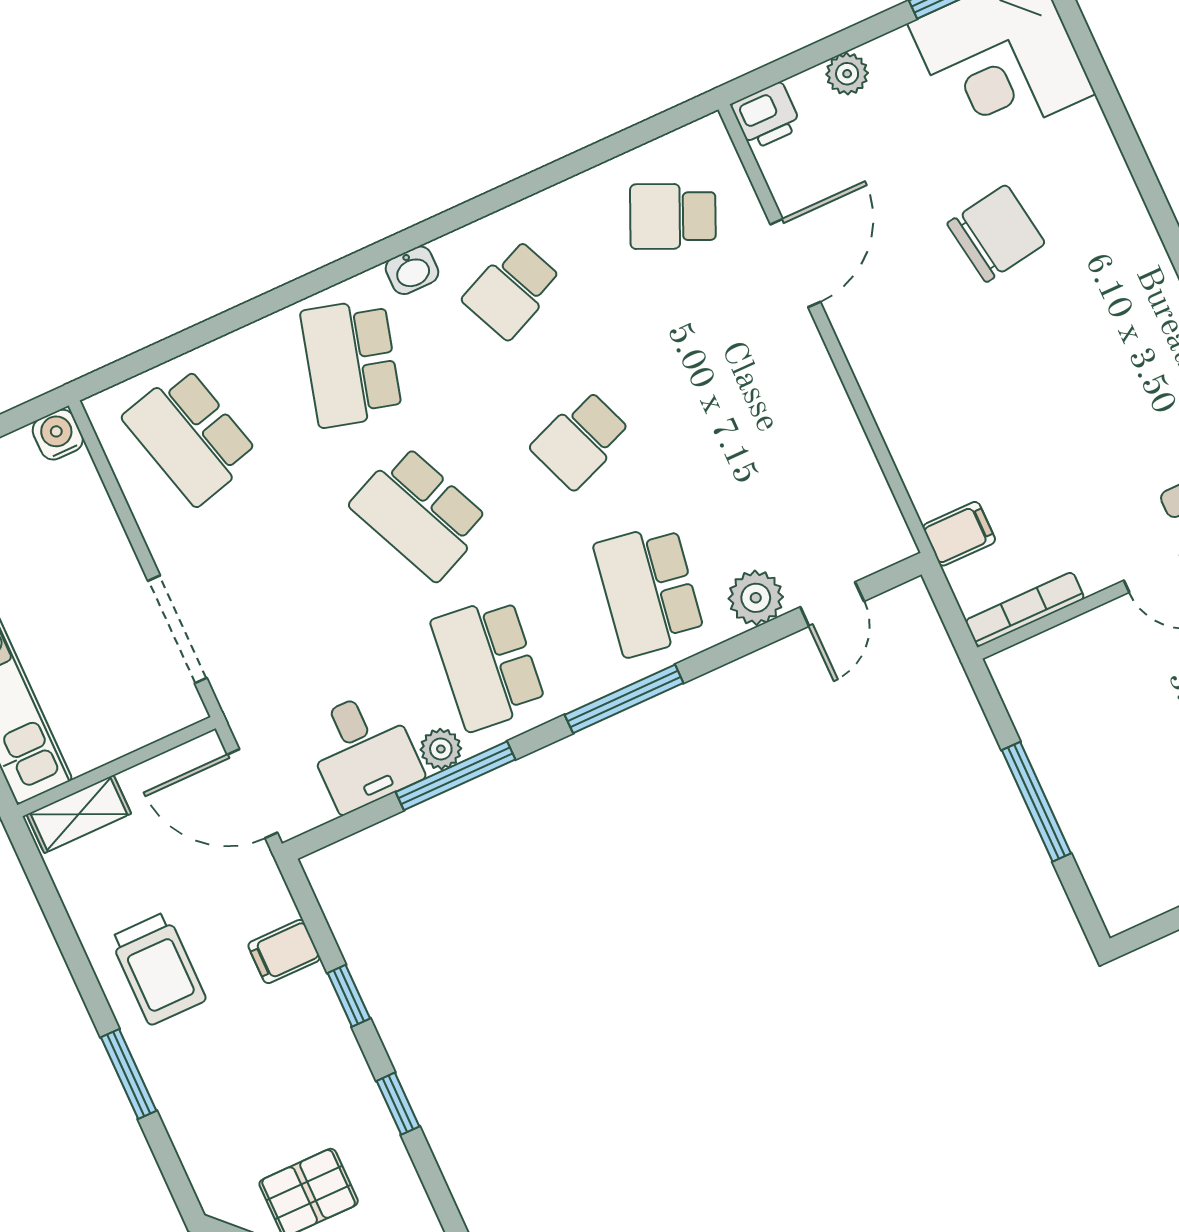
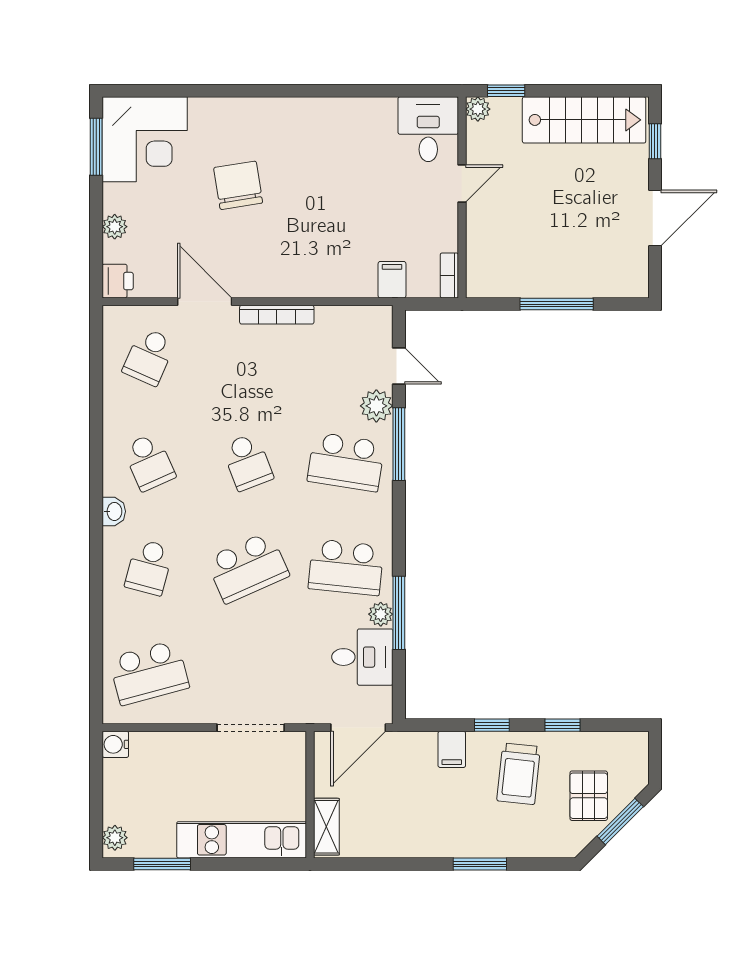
school desk: (351, 363) -> (149, 567), width x0.54
bookcase: (826, 382) -> (277, 315), added
bookcase: (1025, 609) -> (449, 275), width x0.64
window: (624, 699) -> (399, 444), moved
trolley: (158, 969) -> (519, 774), moved, turned 96

